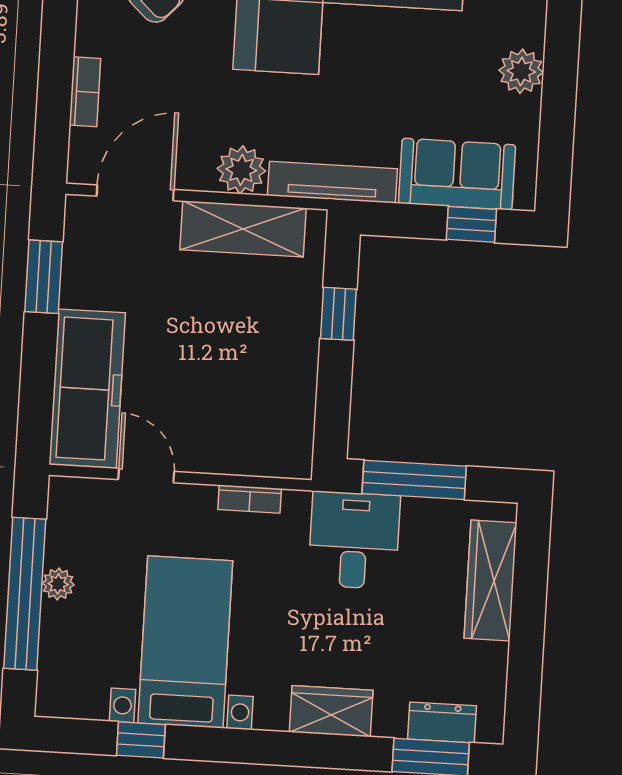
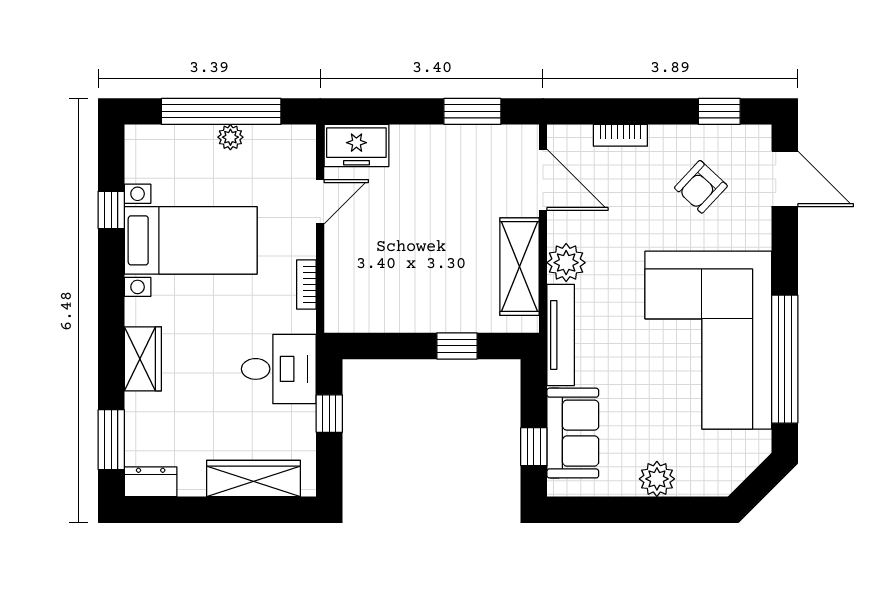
freezer: (87, 389) -> (356, 146), width x0.52, depth x0.79
window: (414, 480) -> (329, 414), width x0.46
dresser: (442, 722) -> (151, 482), moved, turned -90

